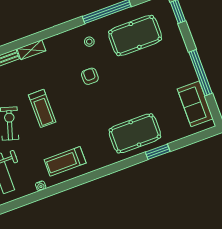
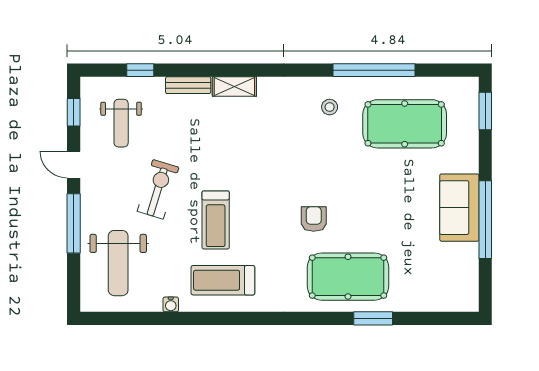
armchair: (90, 76) -> (314, 219), moved
sofa: (195, 104) -> (459, 208), moved
treadmill: (42, 108) -> (216, 220), moved

